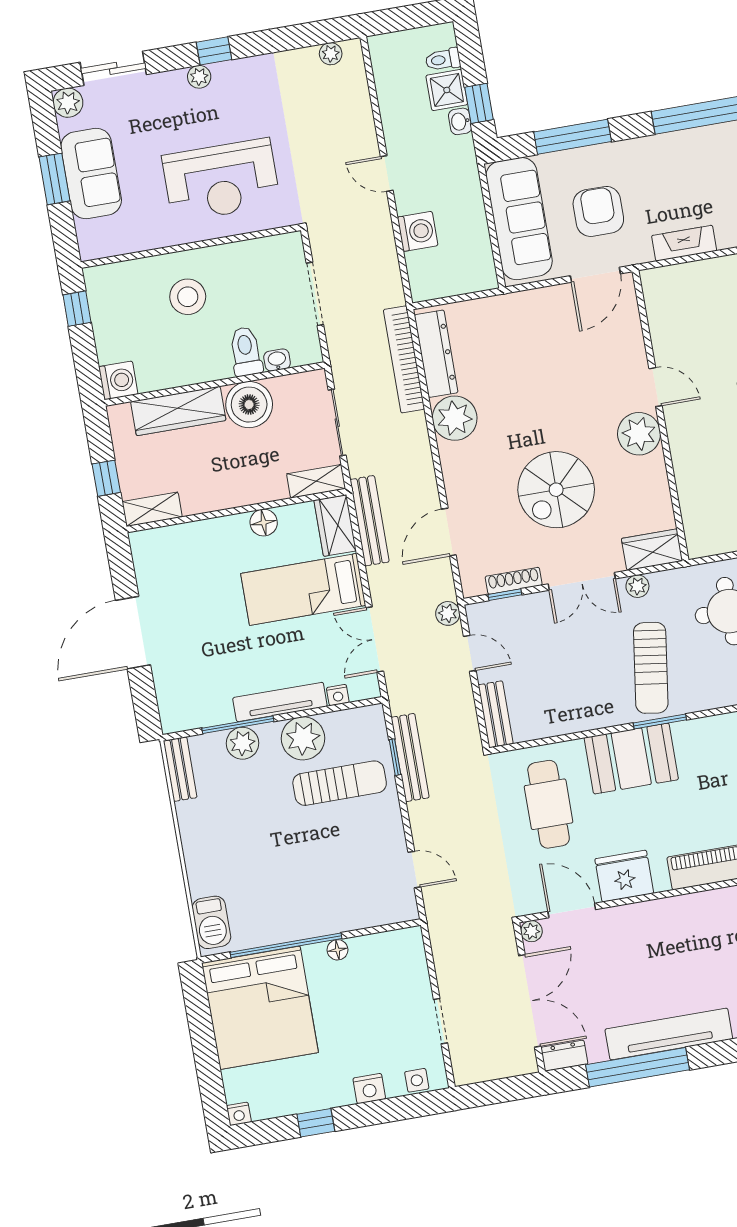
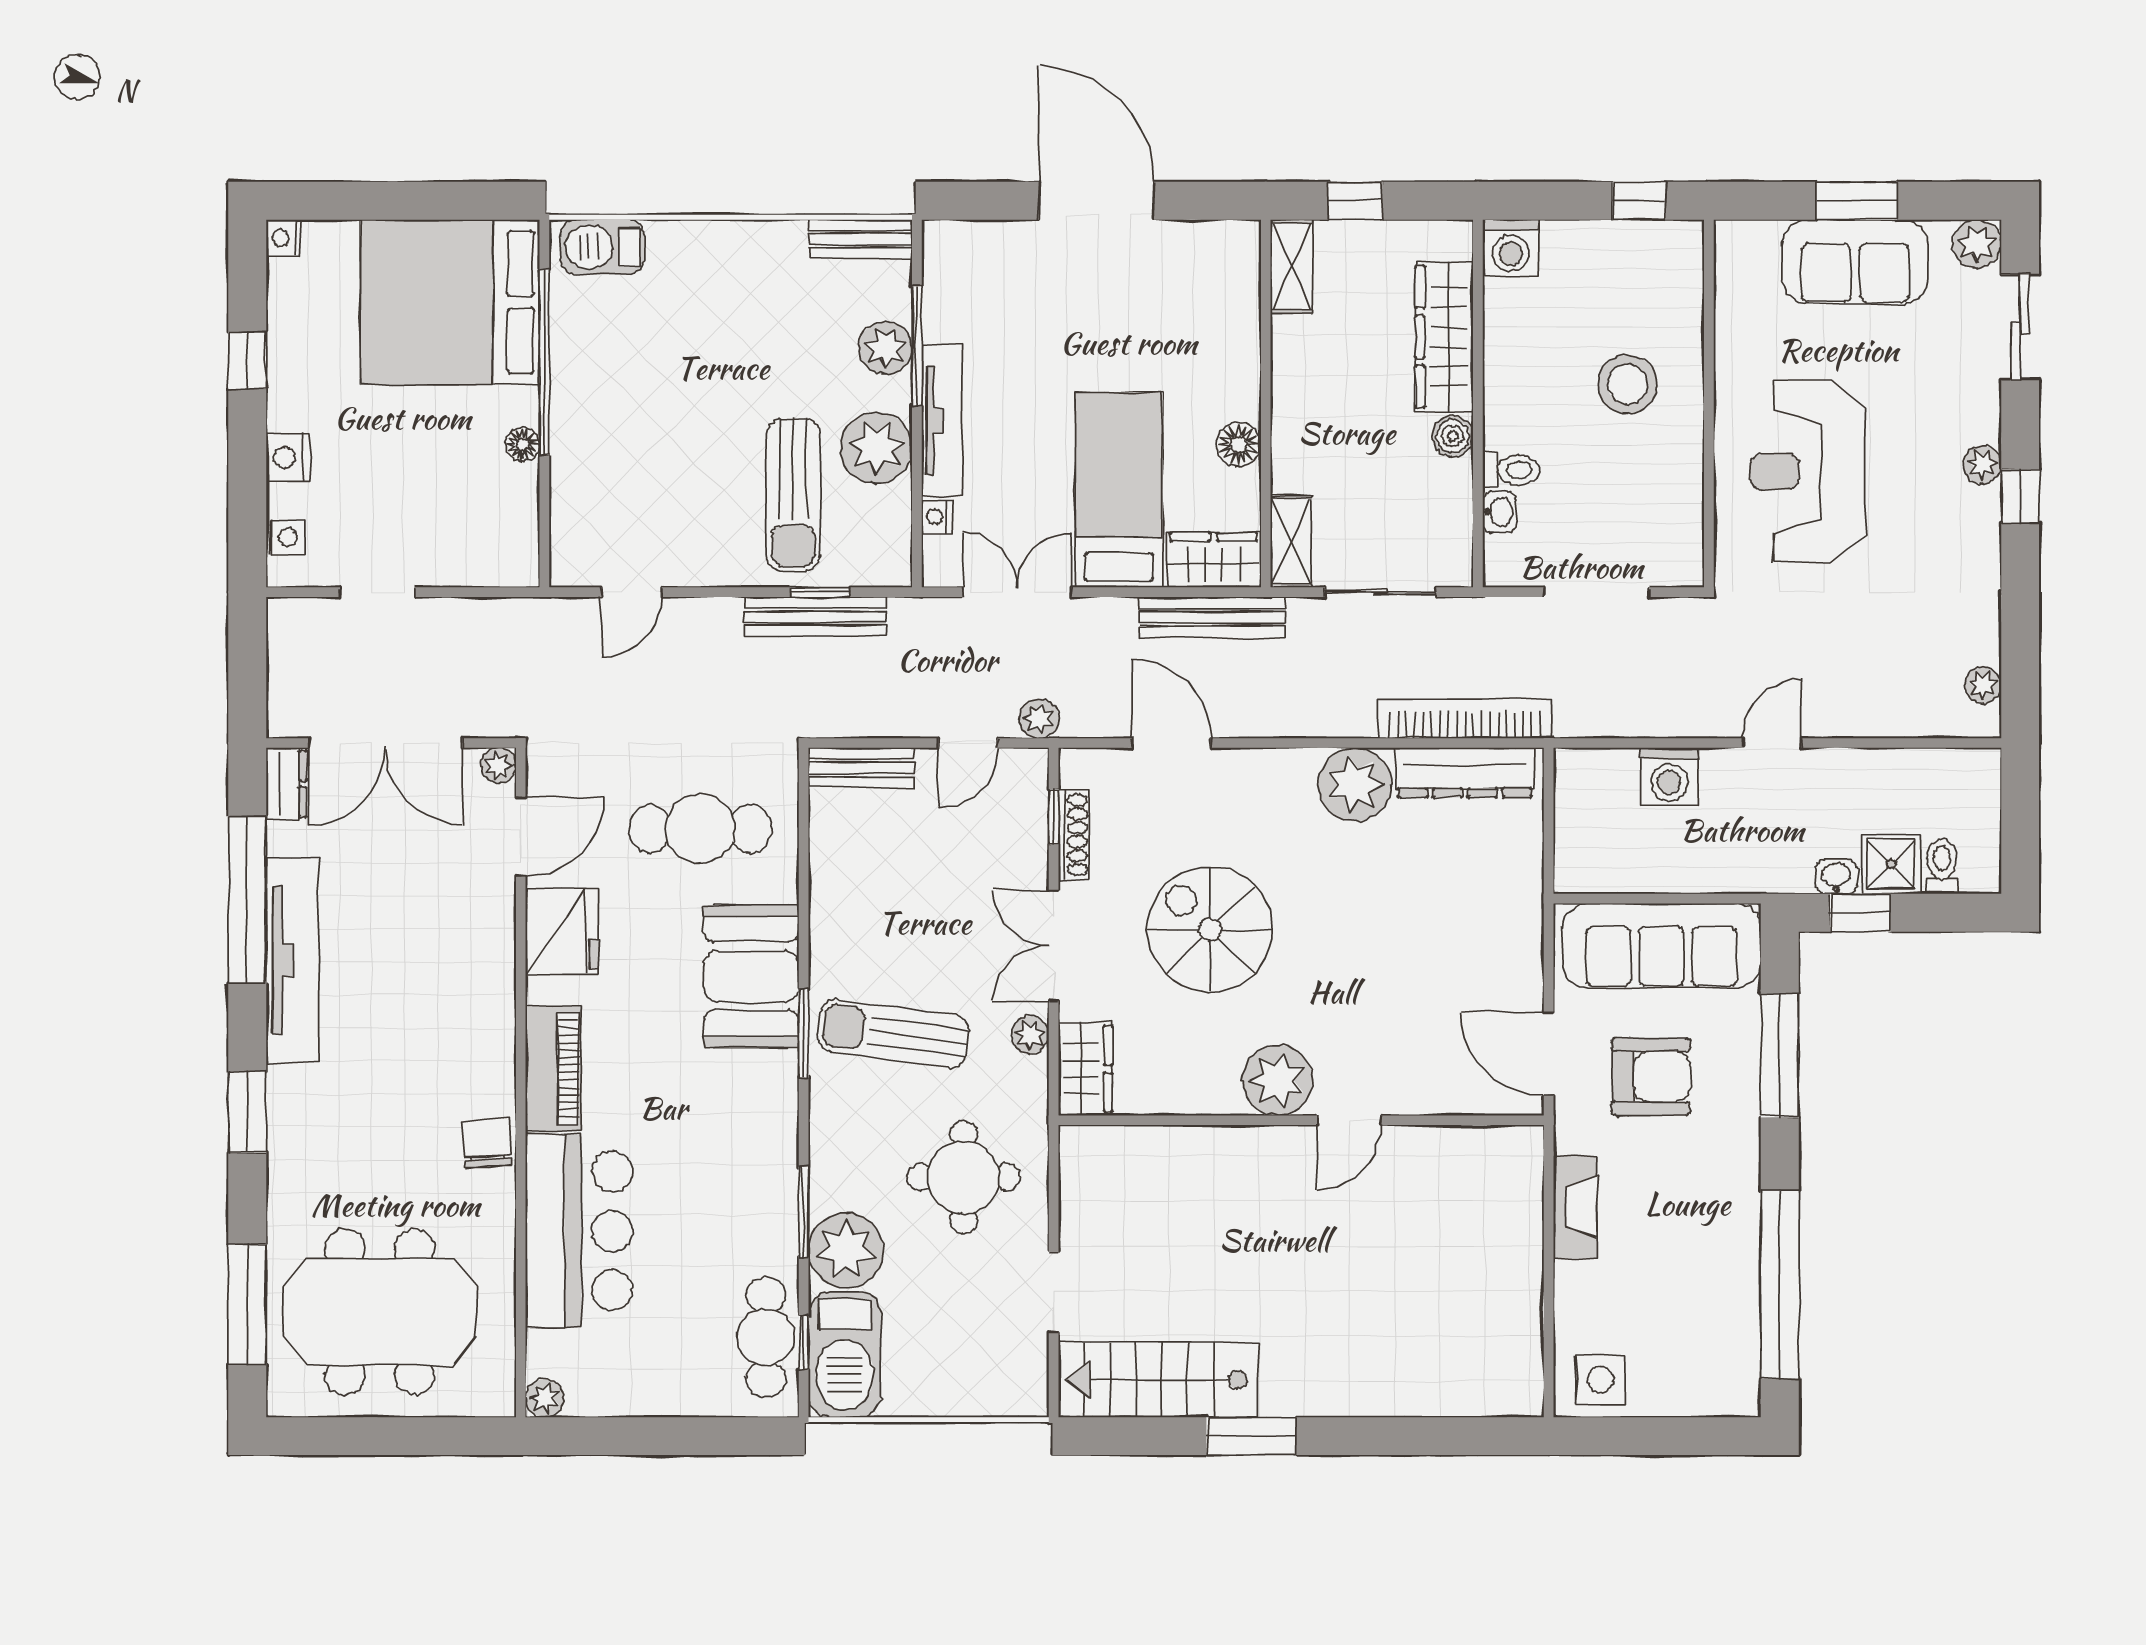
toilet: (246, 351) -> (1511, 470), width x0.73, depth x0.72
boiler: (249, 405) -> (1453, 436), width x0.54, depth x0.54

